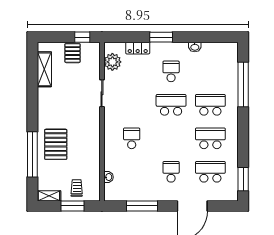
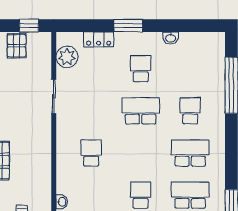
school desk: (210, 105) -> (190, 111), width x0.54

